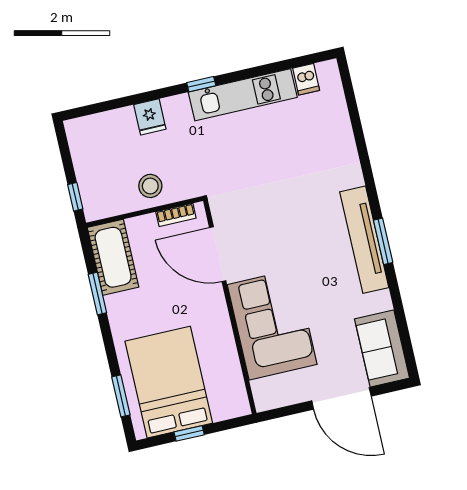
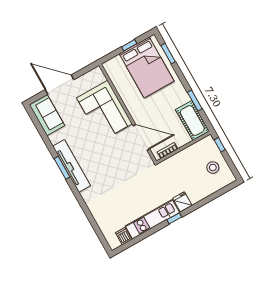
fridge: (150, 117) -> (182, 202), moved
stool: (150, 186) -> (213, 168), moved

